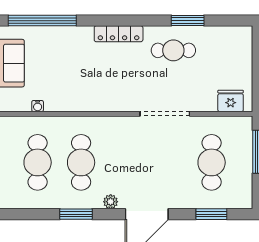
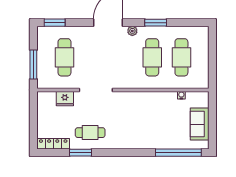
locker: (119, 34) -> (53, 144), moved
fridge: (231, 101) -> (65, 99), moved
window: (211, 214) -> (55, 23), moved

